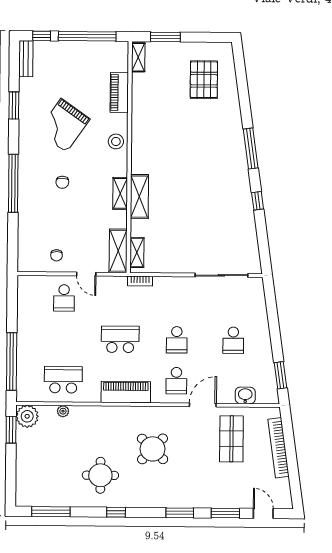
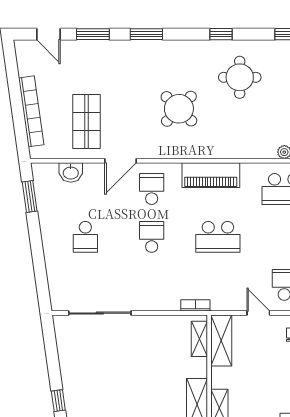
school desk: (233, 340) -> (85, 237), turned 180

